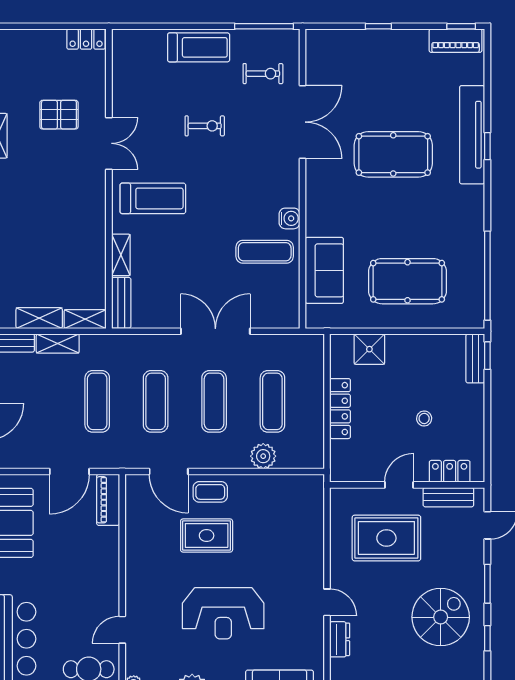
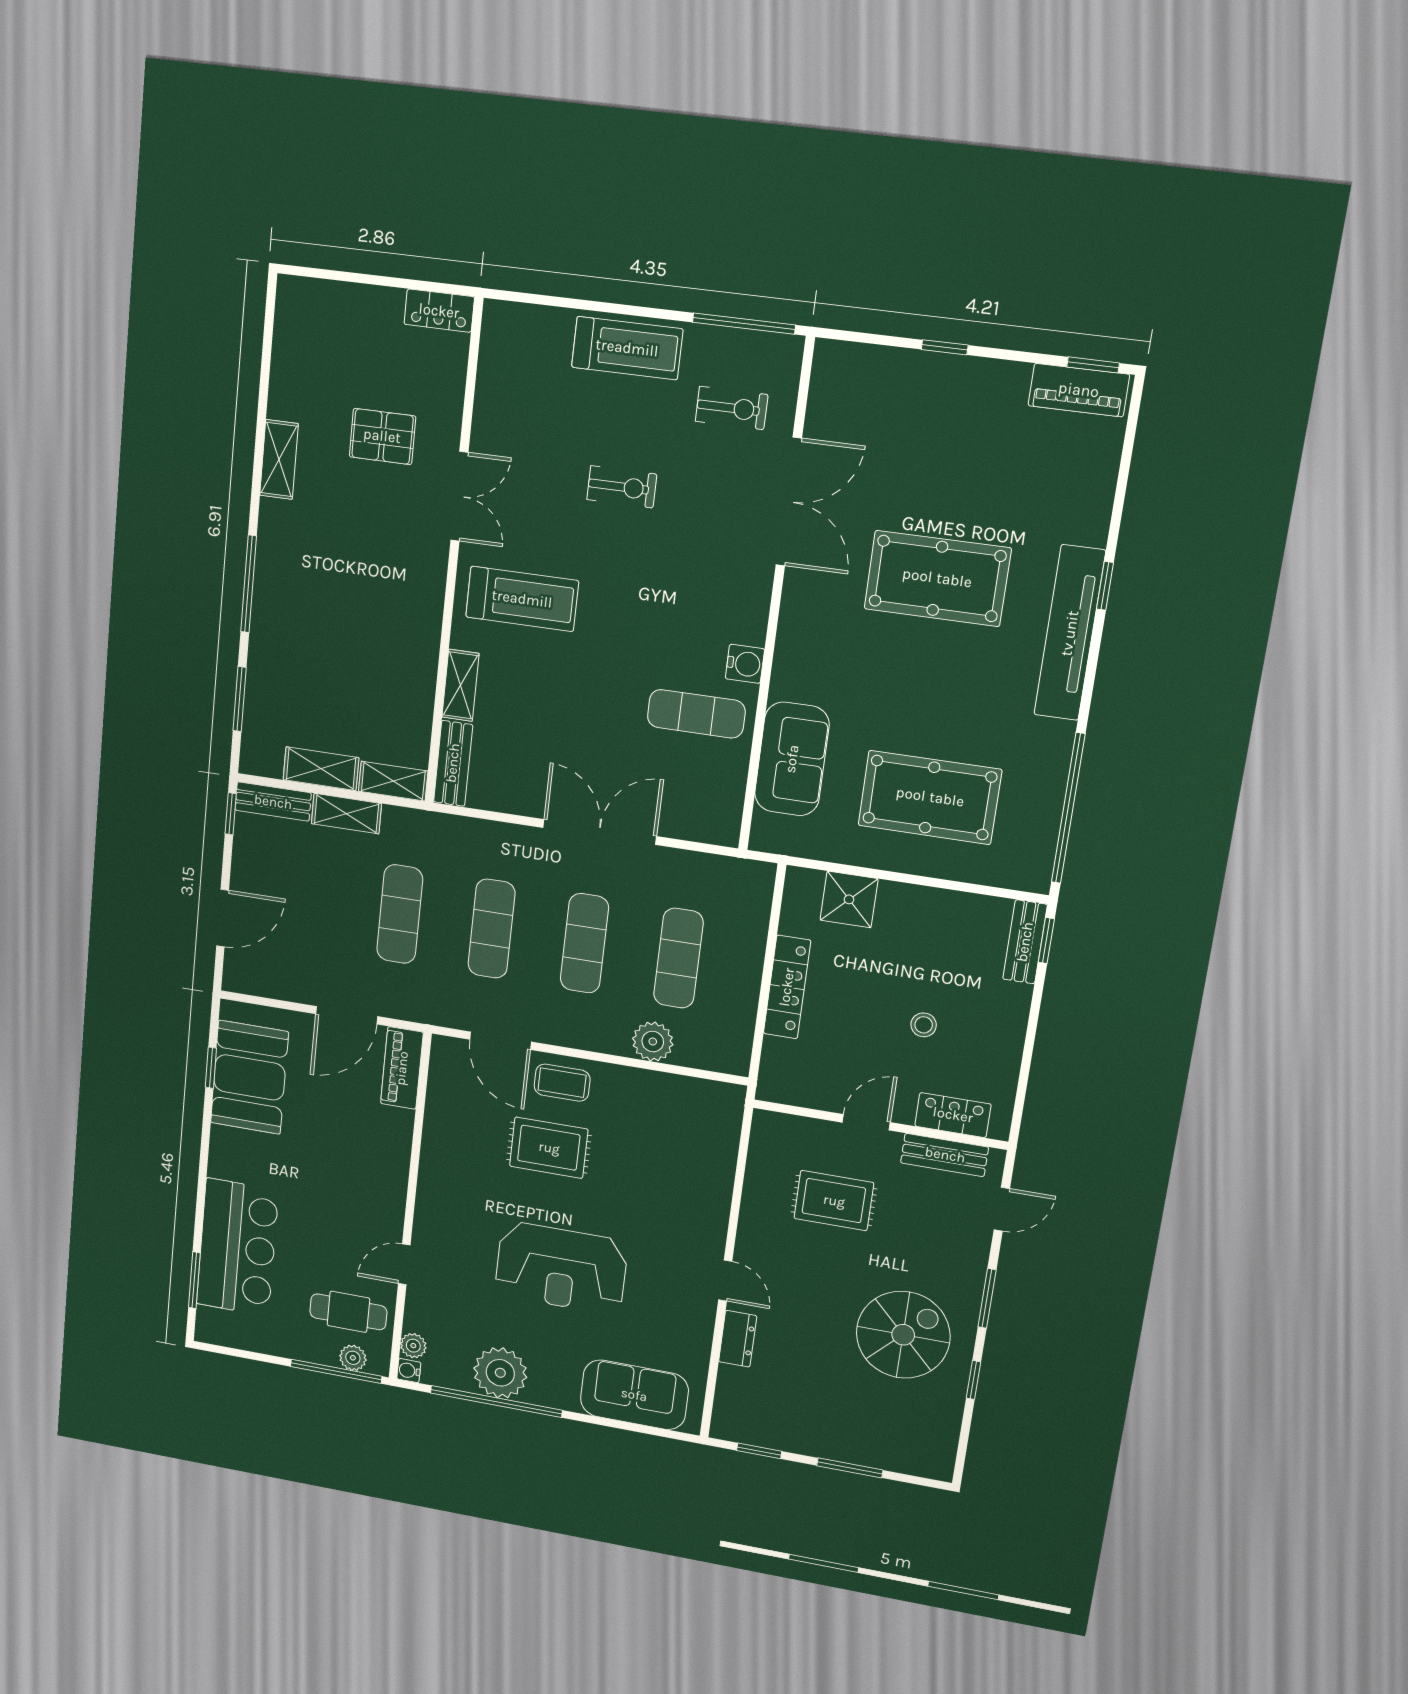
tv unit: (472, 135) -> (1070, 633), moved
rug: (386, 538) -> (834, 1201), width x0.73, depth x0.70

